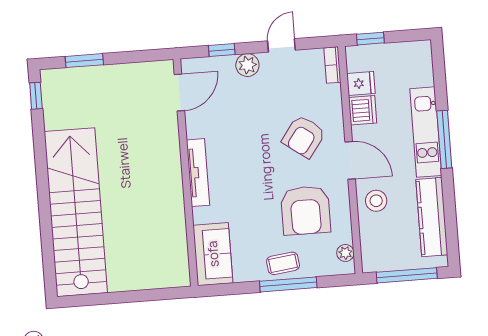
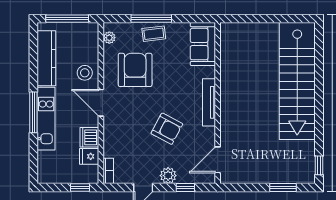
armchair: (304, 137) -> (167, 129), moved, turned 82

